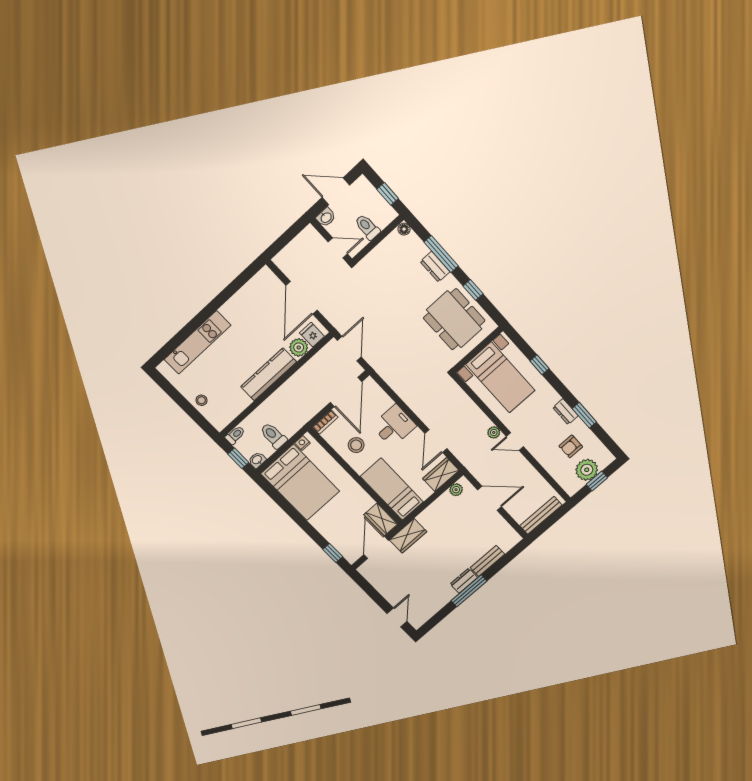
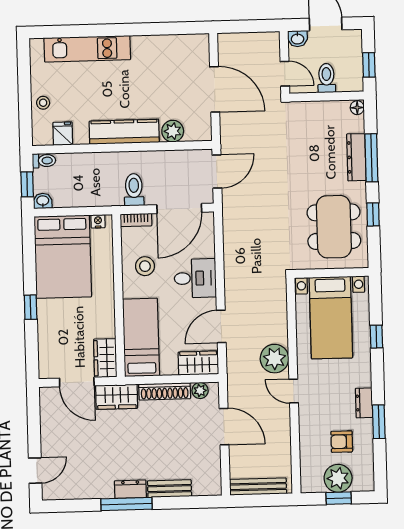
dresser: (435, 267) -> (356, 157), width x1.44
door: (302, 298) -> (215, 89), swing flipped
fridge: (312, 335) -> (63, 134), moved
plant: (494, 432) -> (275, 359), width x1.88, depth x1.88
toilet: (273, 436) -> (134, 190), moved
shoe rack: (435, 508) -> (165, 391), added
door: (376, 547) -> (77, 382), swing flipped
window: (333, 553) -> (31, 307), moved

